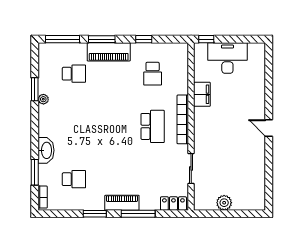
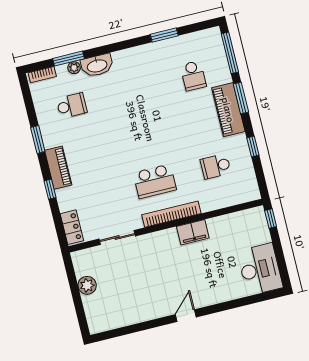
desk: (227, 58) -> (260, 269), moved
filing cabinet: (202, 94) -> (193, 232), moved
plant: (43, 99) -> (74, 68), moved
school desk: (74, 179) -> (72, 106), turned -90
window: (138, 214) -> (50, 189), width x0.46

